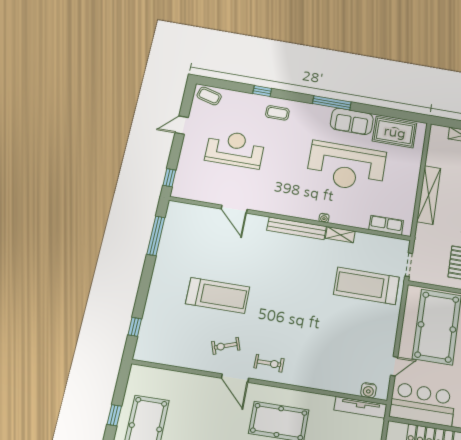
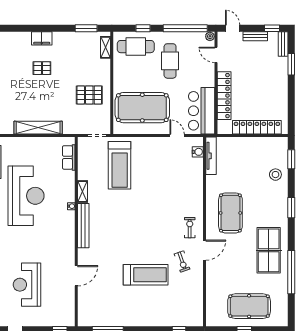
treadmill: (218, 295) -> (146, 275), turned 90

